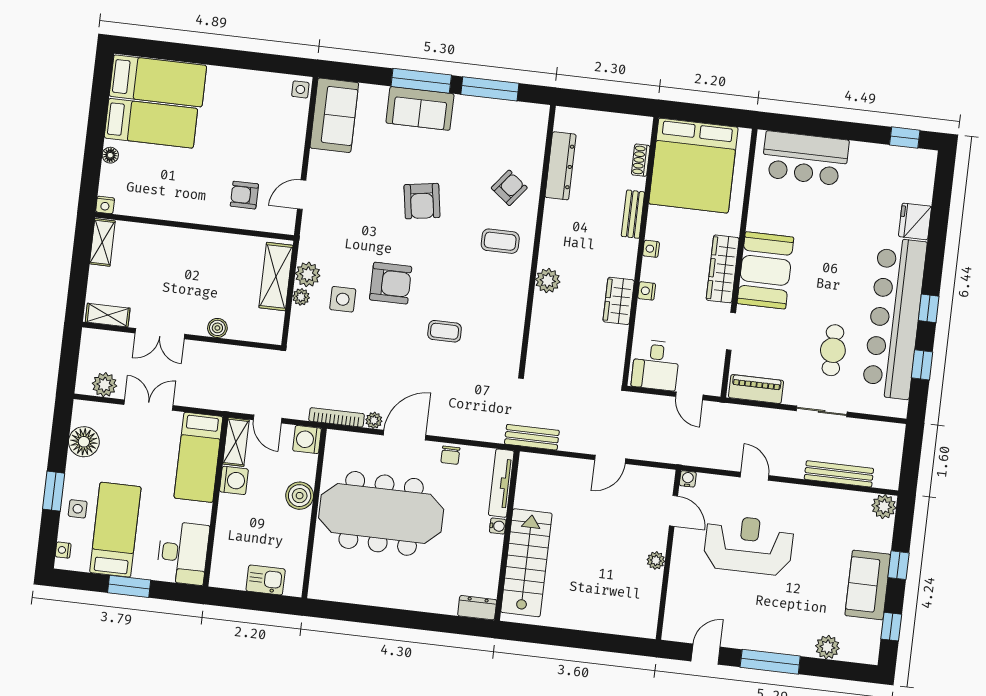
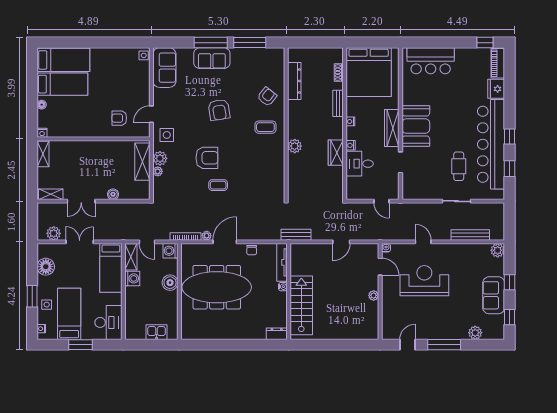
side table: (343, 299) -> (167, 135), moved
coffee table: (445, 331) -> (218, 185), moved
desk: (656, 365) -> (360, 164), moved, turned 90
piano: (756, 389) -> (498, 63), moved, turned -90

